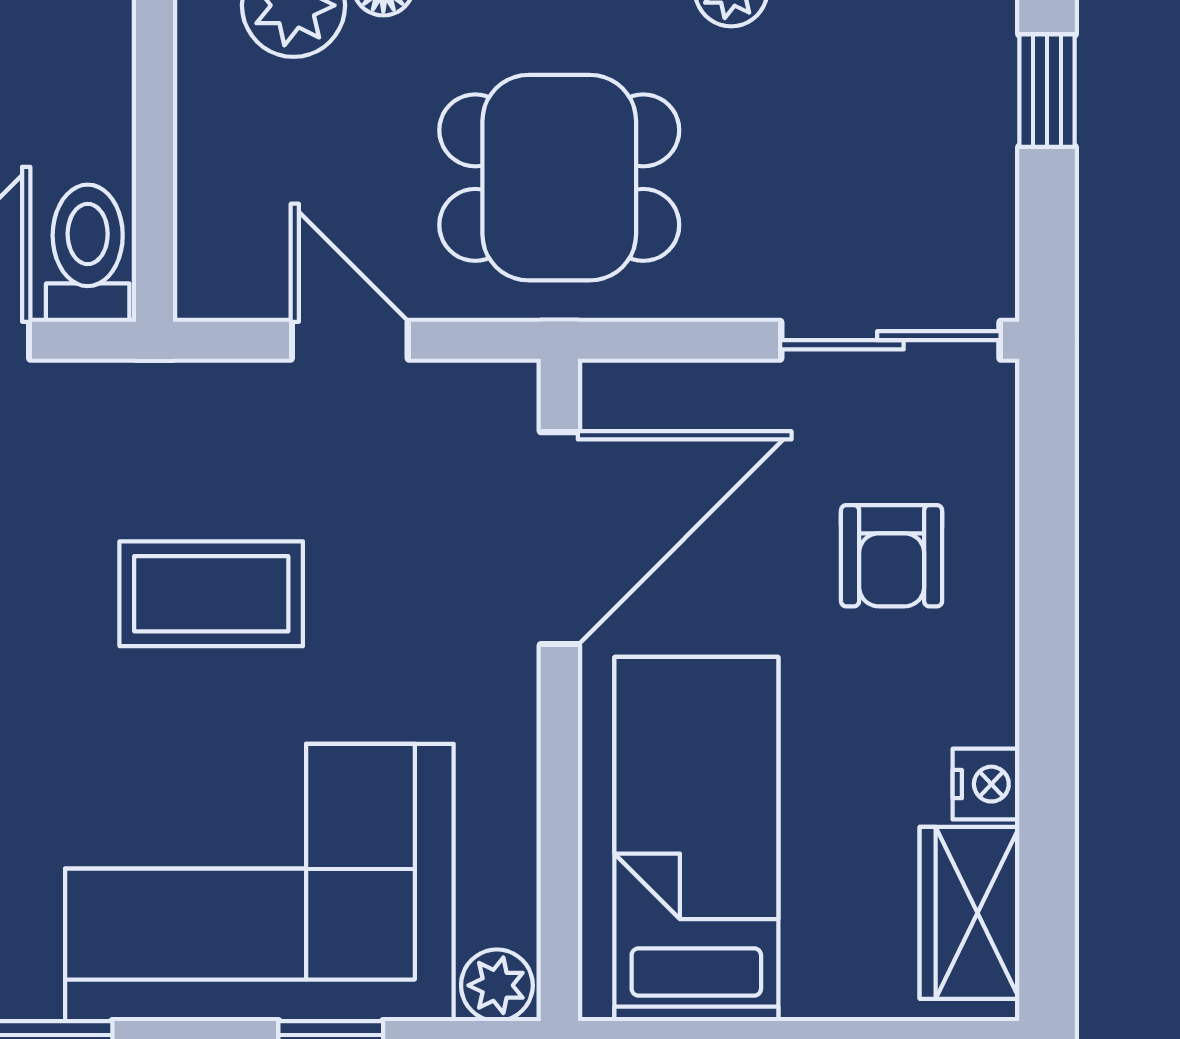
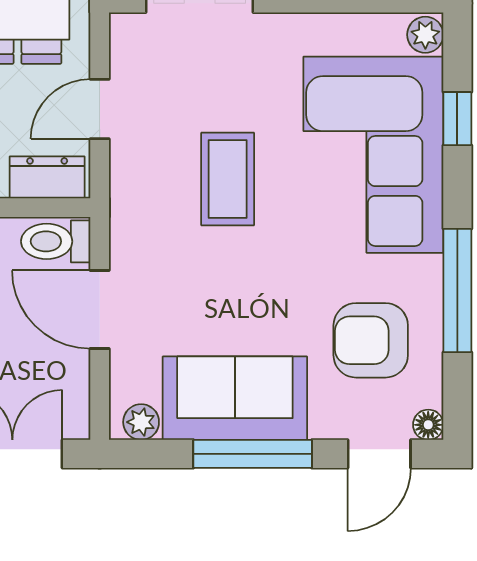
dresser: (215, 236) -> (47, 177), added

